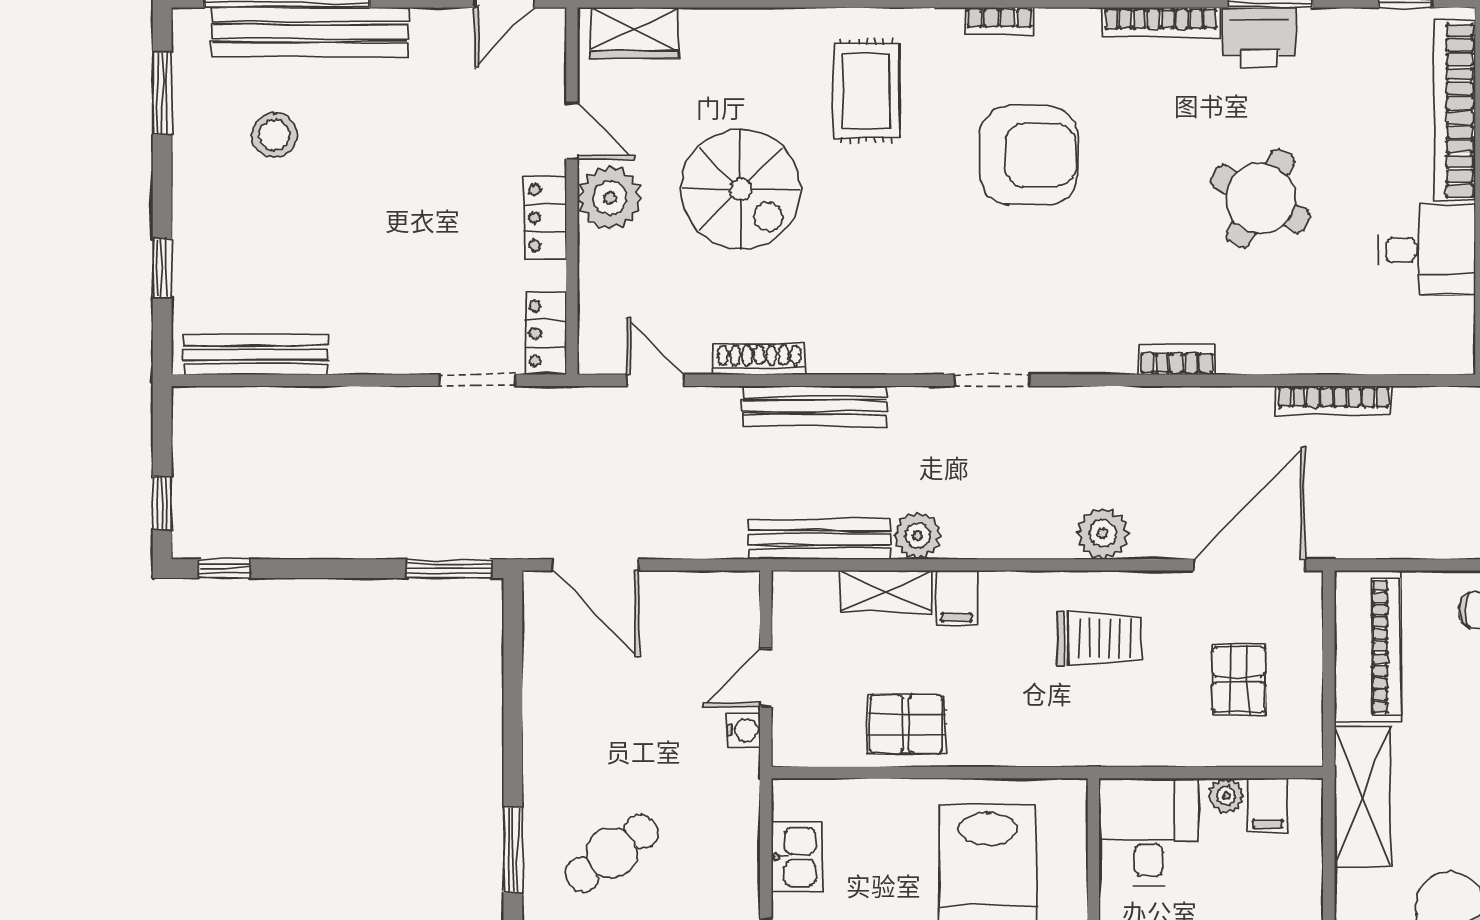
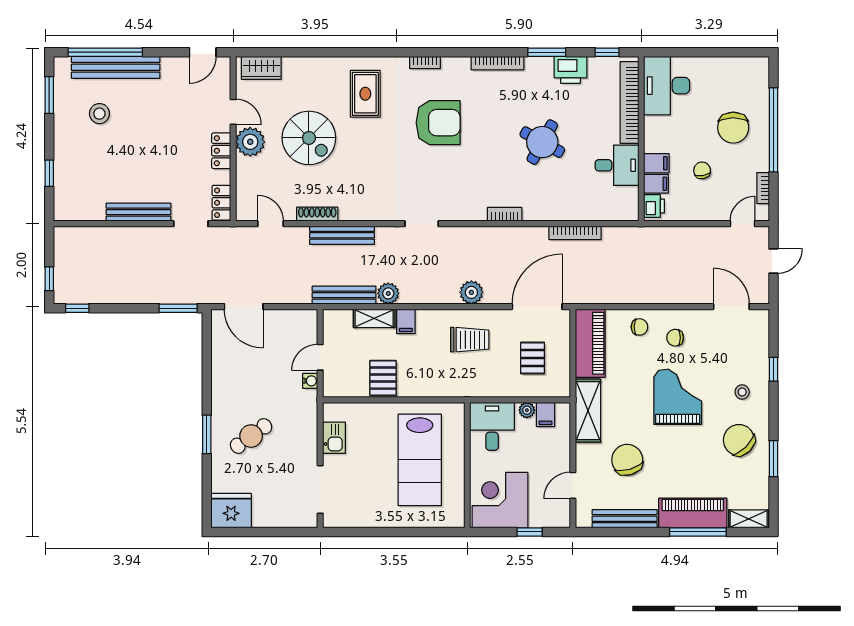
printer: (1259, 37) -> (570, 70), moved
bench: (256, 355) -> (139, 212), moved
pallet: (906, 724) -> (383, 378), turned 90

